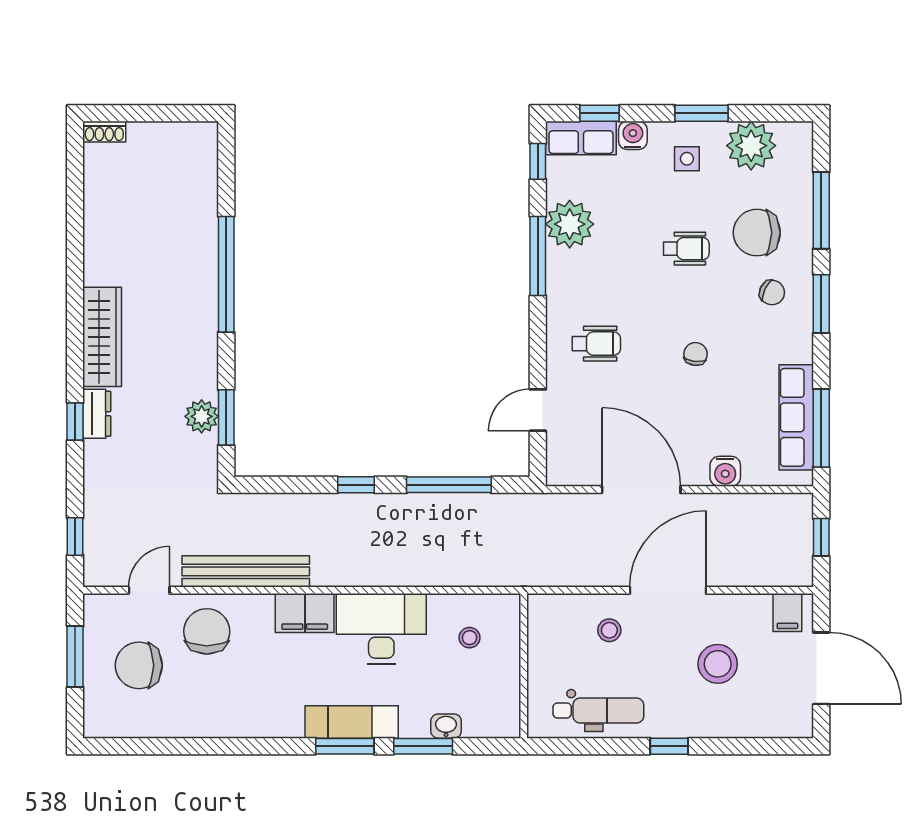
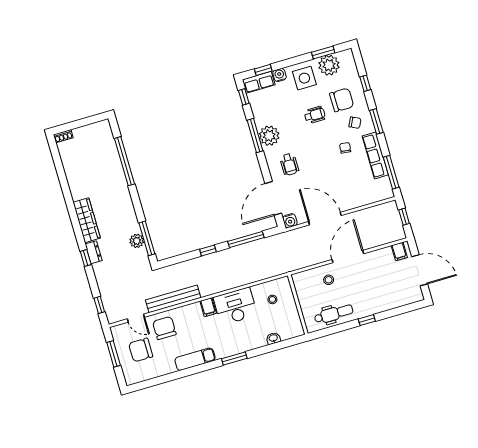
window: (701, 113) -> (323, 53), moved
side table: (687, 159) -> (304, 78), width x1.87, depth x1.87
window: (821, 210) -> (365, 83), width x0.46
plant: (570, 224) -> (269, 136), moved
chair: (757, 233) -> (342, 100), turned 180
window: (226, 274) -> (124, 161), moved
wheelchair: (596, 344) -> (289, 164), turned 90
chair: (695, 354) -> (345, 148), moved
door: (538, 410) -> (273, 198), width x1.87
window: (226, 417) -> (147, 238), width x1.44
row of seats: (796, 417) -> (375, 155), moved
water cooler: (725, 471) -> (290, 221), moved
door: (149, 590) -> (136, 318), swing flipped
filing cabinet: (305, 613) -> (208, 307), width x0.50
stool: (718, 664) -> (377, 281), removed
exam couch: (352, 722) -> (195, 359), moved
window: (423, 746) -> (266, 349), removed

